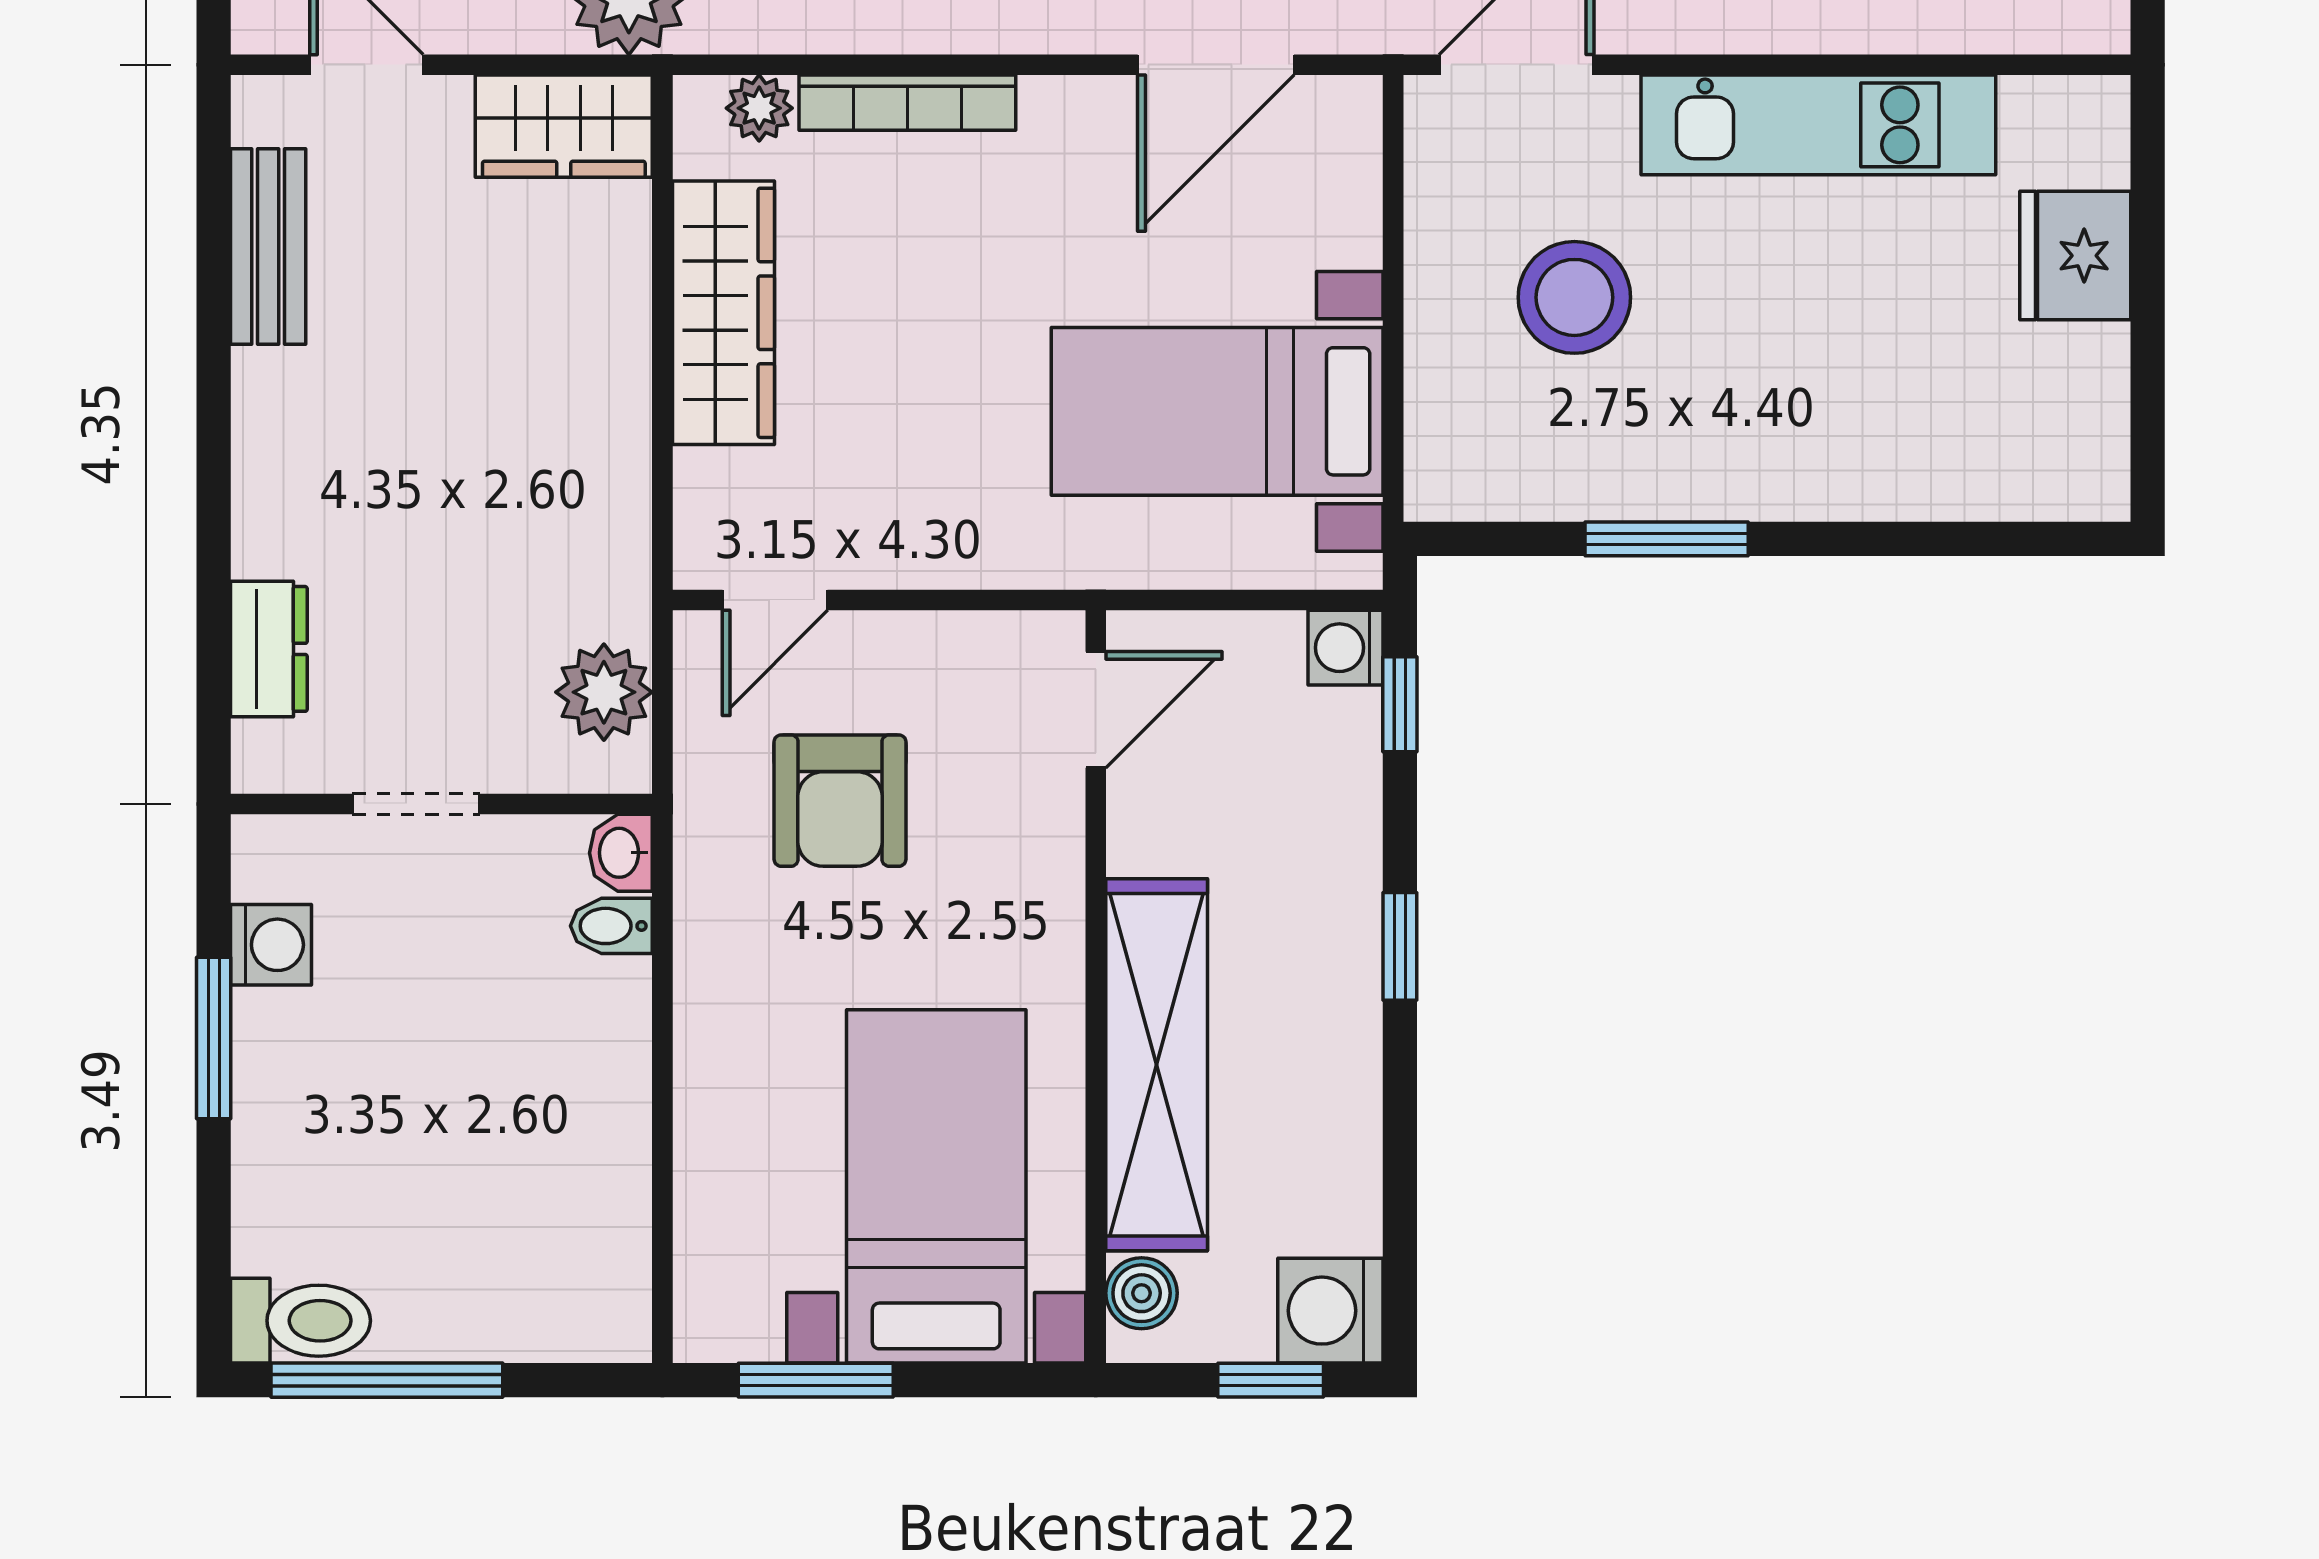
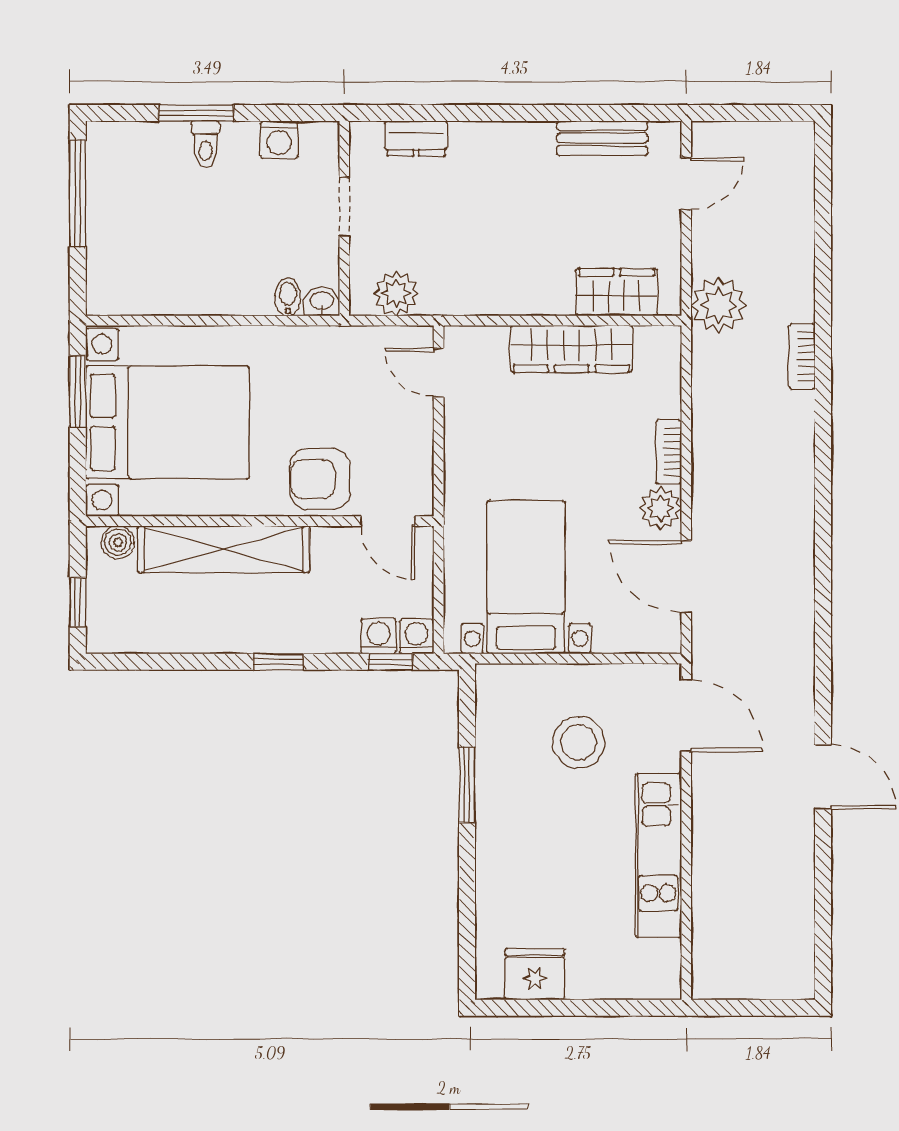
bookcase: (907, 103) -> (669, 452), width x0.64
plant: (759, 108) -> (660, 508), moved, width x1.38, depth x1.38
wardrobe: (564, 126) -> (616, 292), moved, turned 90
fridge: (2075, 256) -> (535, 974), moved
armchair: (840, 801) -> (320, 479), moved
window: (214, 1038) -> (196, 113), moved
bed with nightstands: (936, 1186) -> (167, 422), width x1.36
washing machine: (1330, 1311) -> (378, 636), moved, width x0.73, depth x0.73
toilet: (301, 1321) -> (206, 144), moved, width x0.73, depth x0.72

